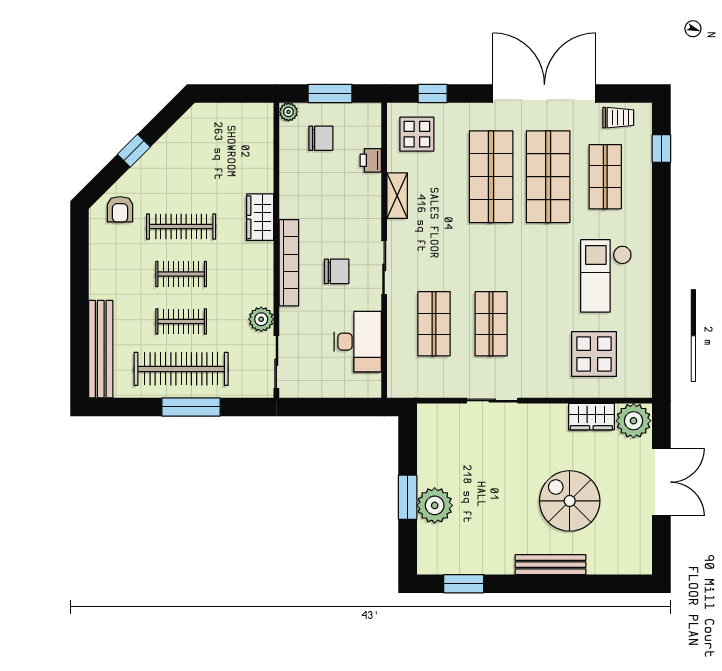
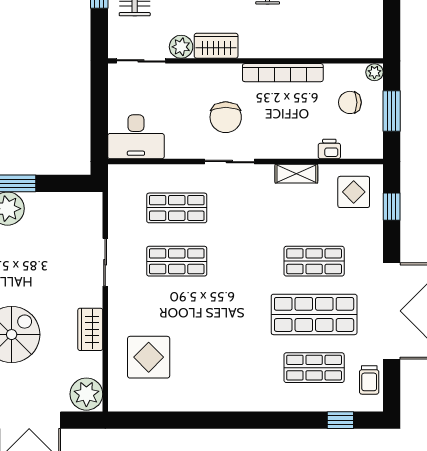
chair: (321, 138) -> (350, 102), turned 90
shop shelf: (491, 177) -> (314, 261), width x0.70, depth x0.74
wardrobe: (260, 217) -> (216, 46), moved
bookcase: (289, 263) -> (283, 73), moved
chair: (337, 271) -> (226, 117), width x1.37, depth x1.37
checkout: (606, 276) -> (221, 368), removed
desk: (358, 342) -> (136, 137), moved
wardrobe: (591, 417) -> (90, 329), moved

